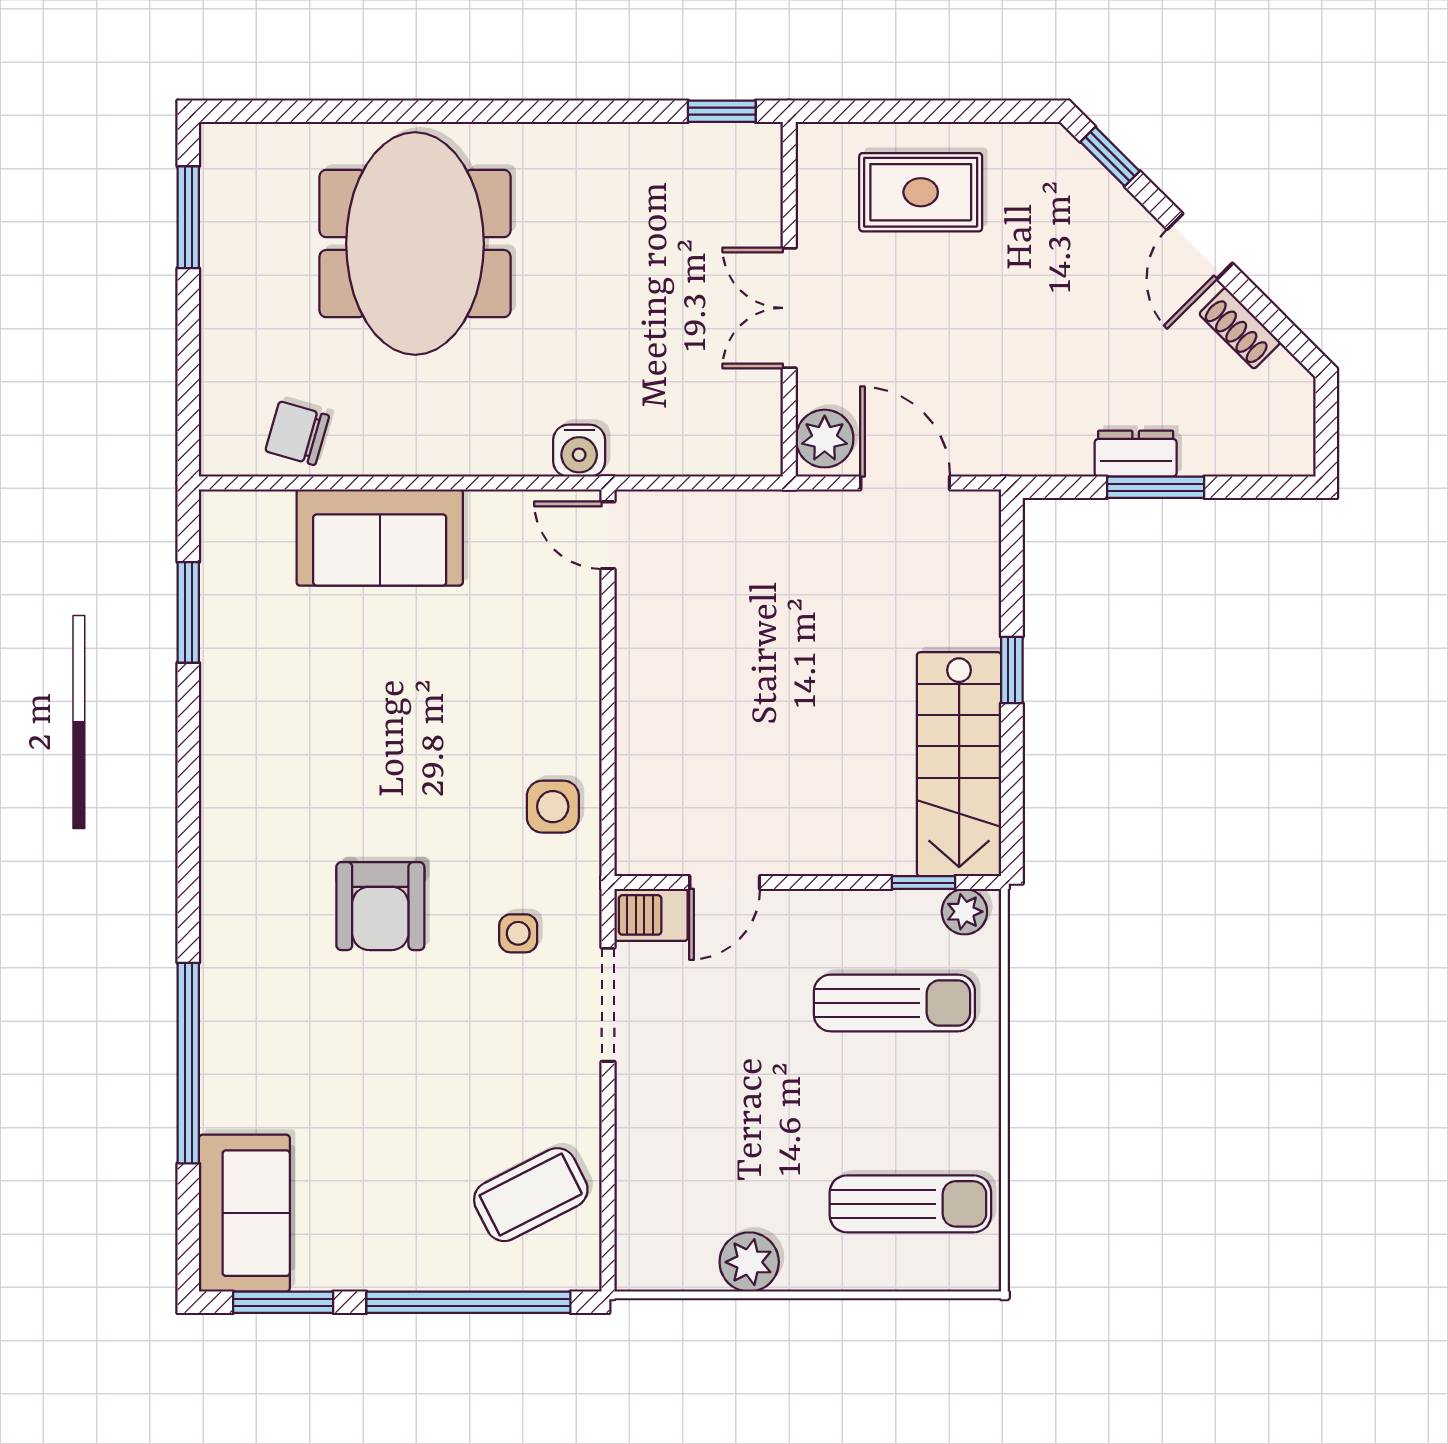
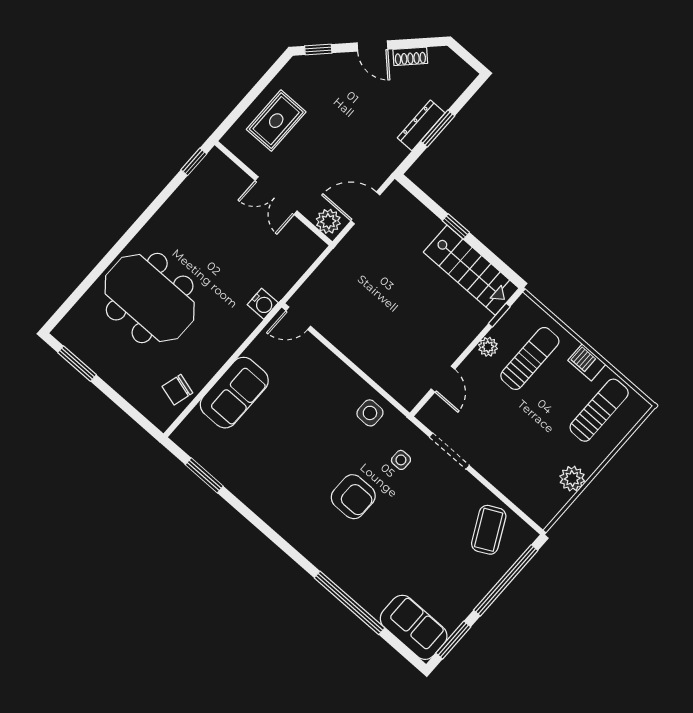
dresser: (1136, 454) -> (421, 125), width x1.44
plant: (964, 912) -> (488, 347), moved
barbecue: (651, 915) -> (587, 362), moved, turned 90

